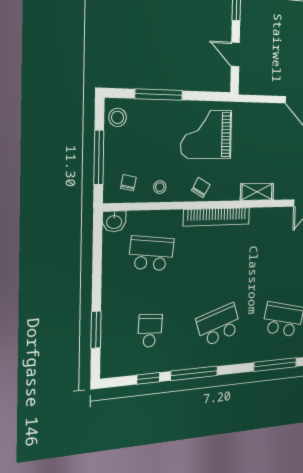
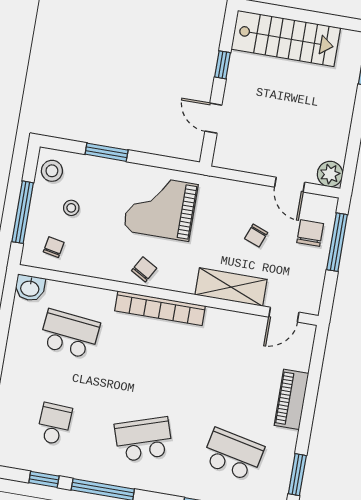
window: (159, 95) -> (107, 152), width x0.69
chair: (277, 145) -> (256, 236), added
stool: (160, 187) -> (71, 208), moved
shelving: (257, 192) -> (231, 287), width x1.50, depth x1.33

